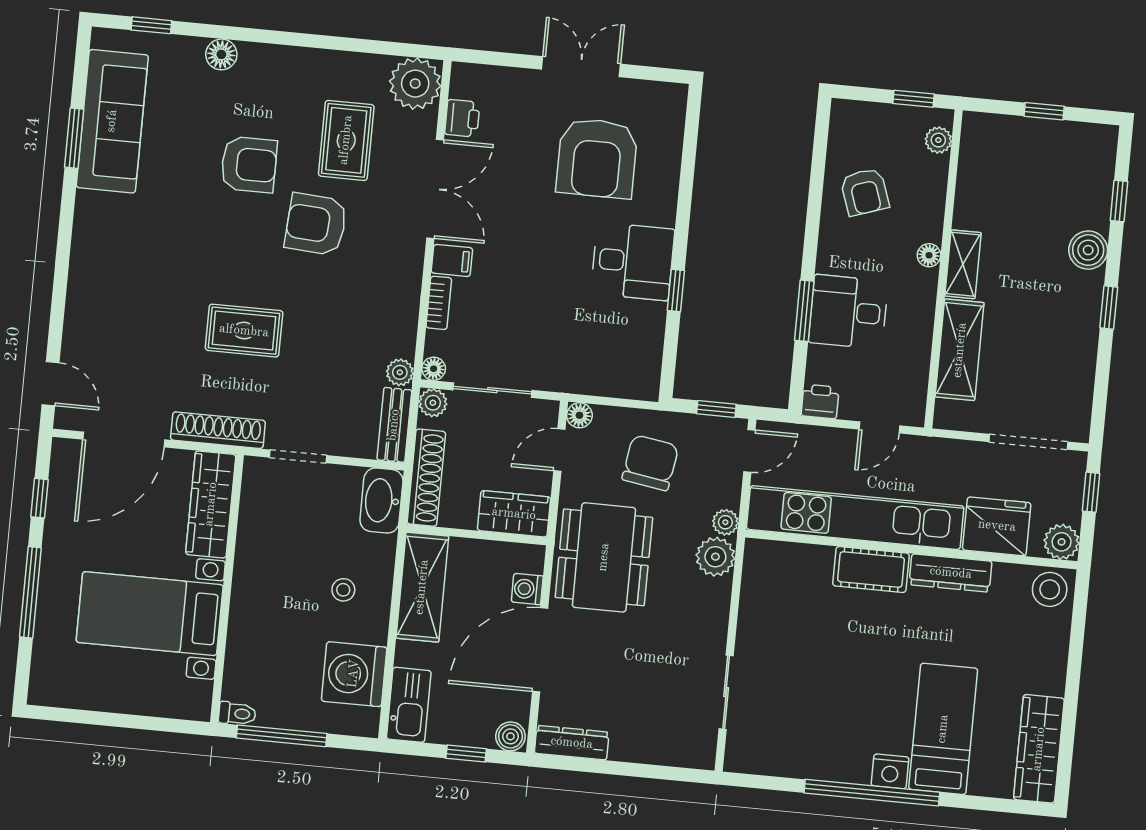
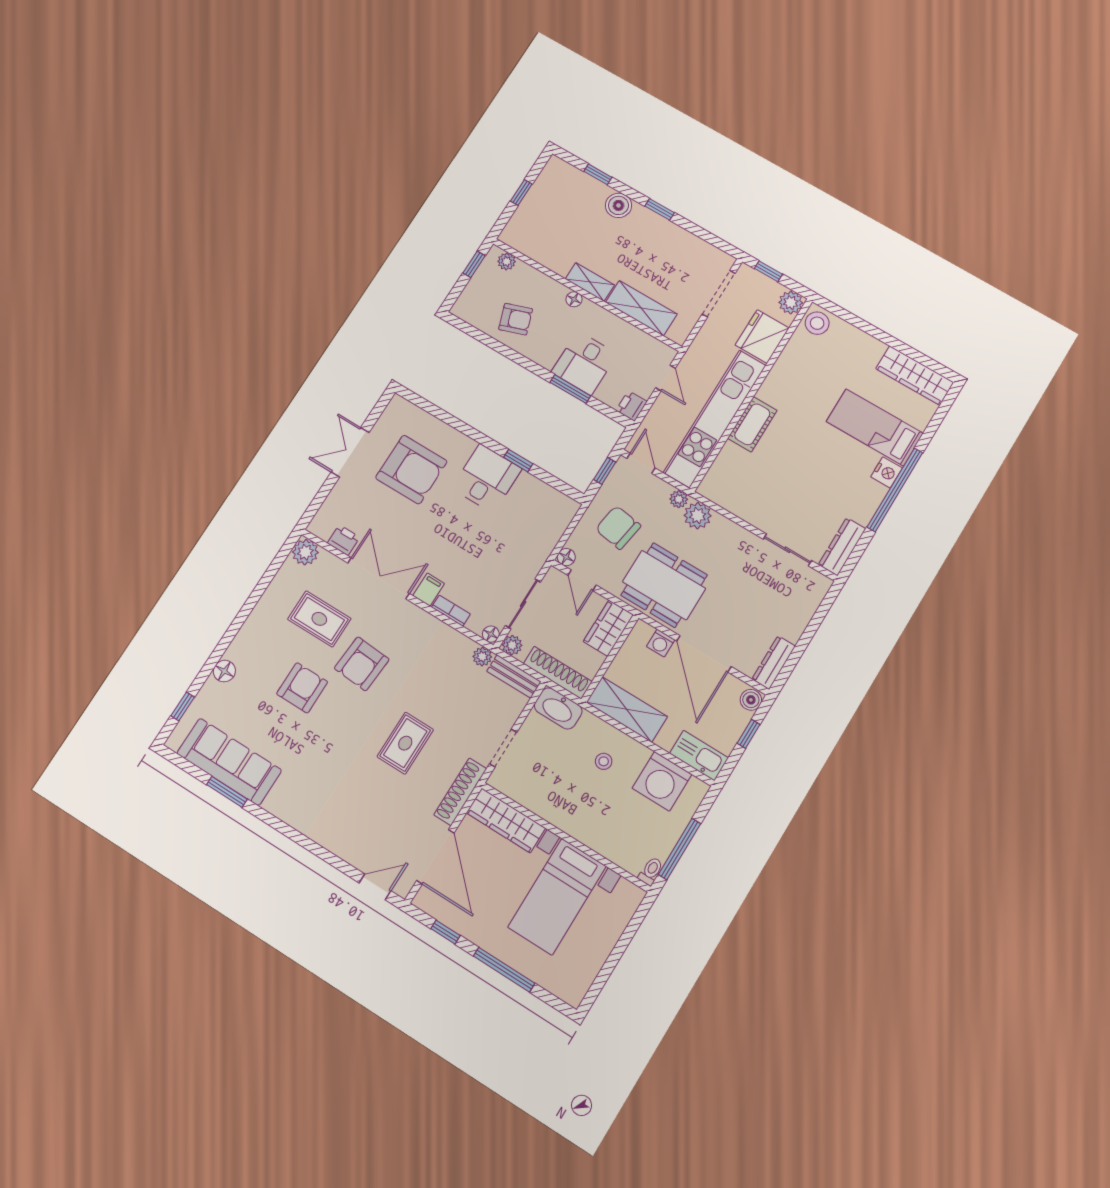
plant: (415, 84) -> (305, 552), width x0.73, depth x0.73
dresser: (951, 573) -> (842, 547), moved, turned 180

